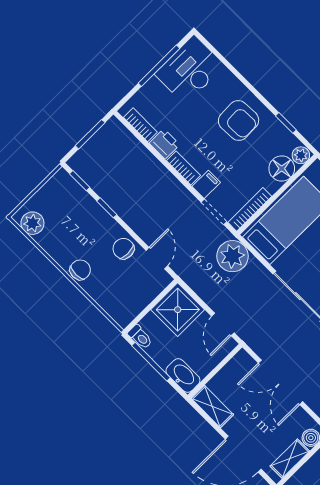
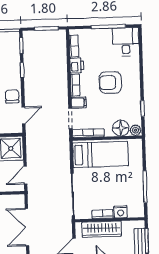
desk: (190, 70) -> (126, 42), width x0.73
armchair: (239, 120) -> (110, 83), moved, turned 92
plant: (232, 256) -> (60, 147), removed

